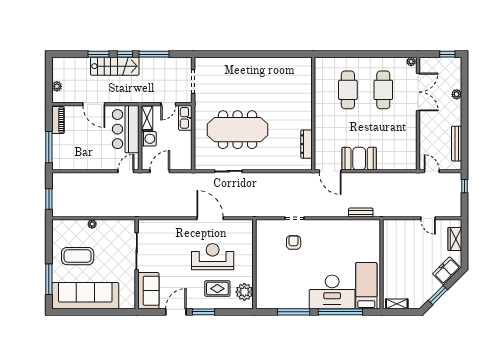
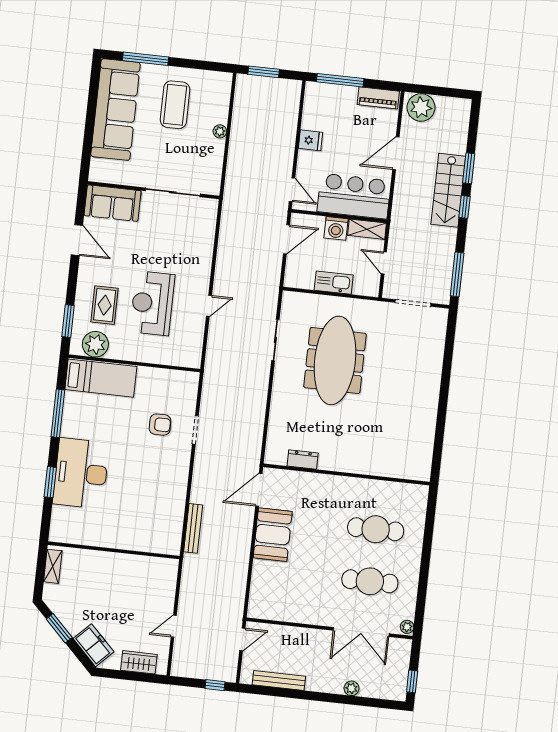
window: (154, 54) -> (457, 274), moved
plant: (57, 86) -> (421, 107), width x1.88, depth x1.88
kitchen sink: (185, 118) -> (334, 283), moved
dresser: (306, 144) -> (303, 460), width x0.70
fridge: (91, 162) -> (310, 140), added
door: (160, 171) -> (286, 239), hinge flipped
bench: (361, 213) -> (193, 528), width x1.36
door: (210, 218) -> (209, 306), width x0.53
reception desk: (213, 257) -> (152, 303), turned 180
bed: (366, 286) -> (101, 378), moved
window: (204, 312) -> (68, 321), moved
window: (340, 312) -> (50, 482), width x0.47

